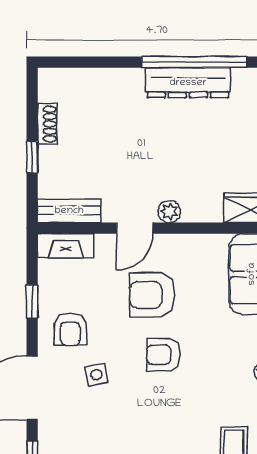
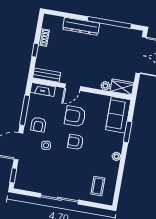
dresser: (188, 83) -> (81, 26), moved
plant: (169, 211) -> (105, 86), moved
window: (32, 302) -> (25, 110), width x2.17

